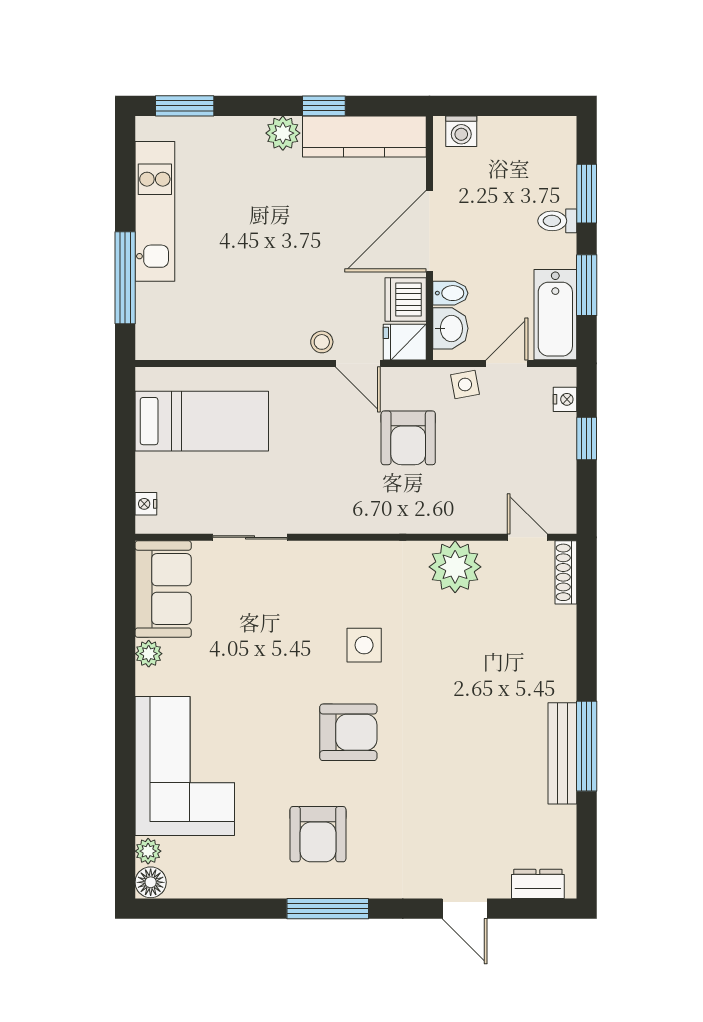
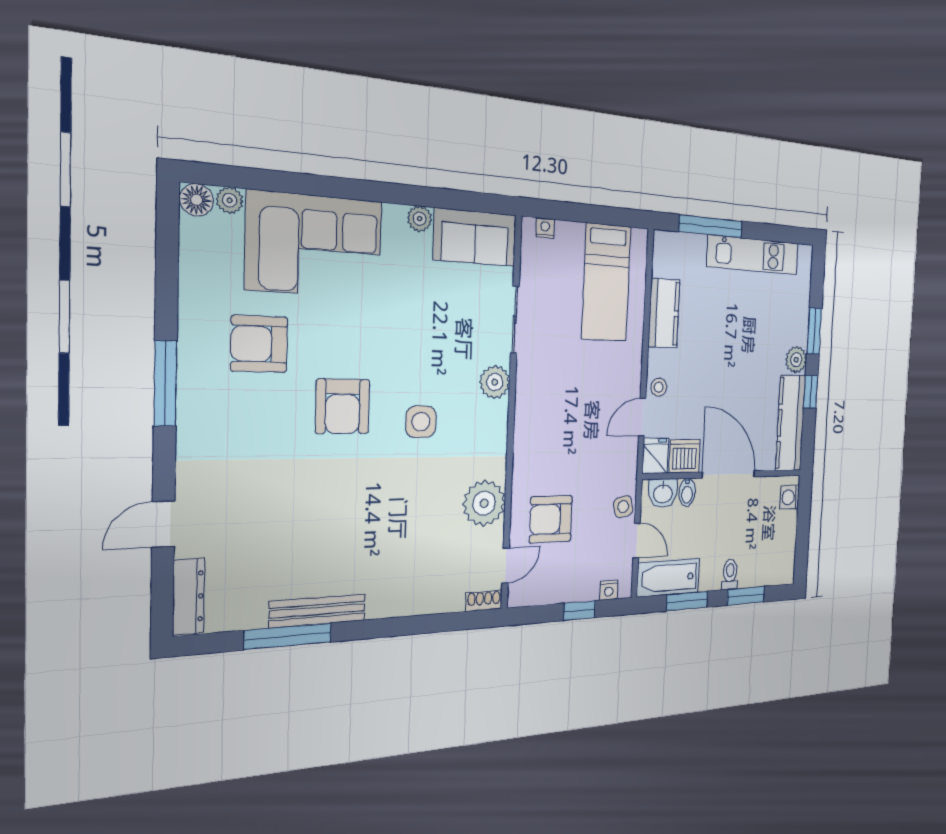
window: (185, 106) -> (814, 331), moved
kitchen counter: (233, 340) -> (664, 313), added
armchair: (408, 438) -> (551, 519), moved
plant: (320, 559) -> (495, 382), added
shoe rack: (566, 572) -> (484, 601), width x0.70
window: (587, 746) -> (288, 636), moved
armchair: (318, 834) -> (259, 344), moved
dresser: (538, 884) -> (189, 597), width x1.44

